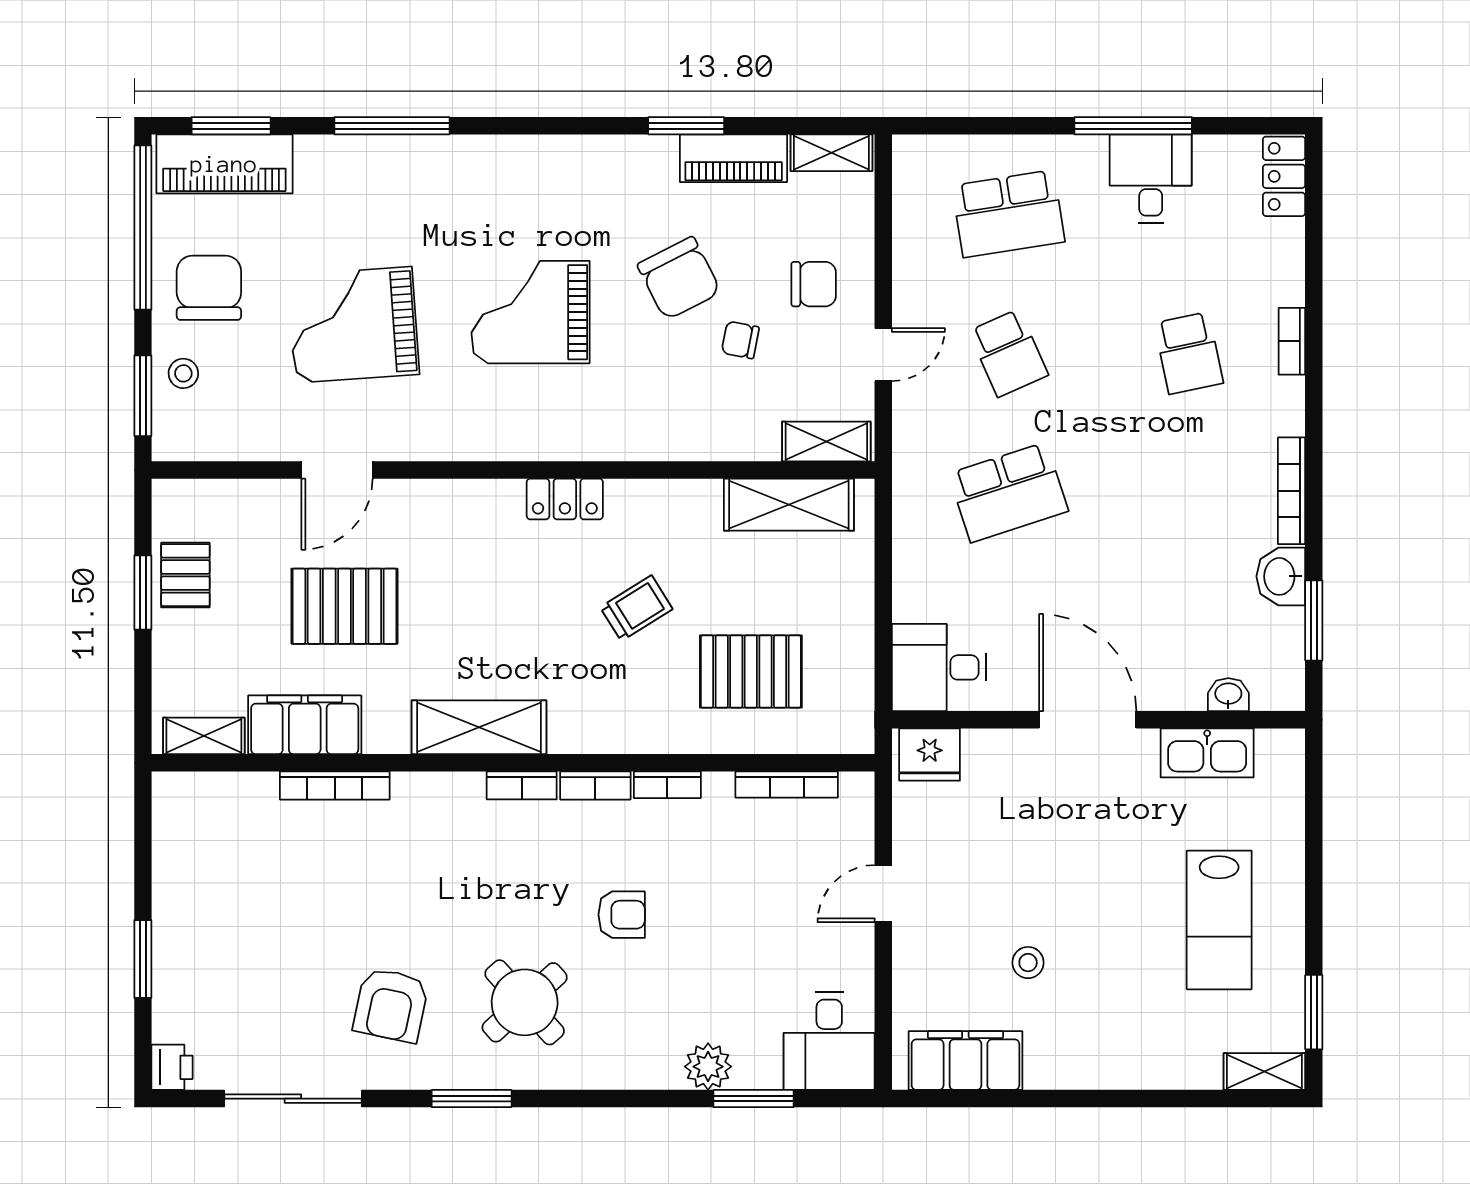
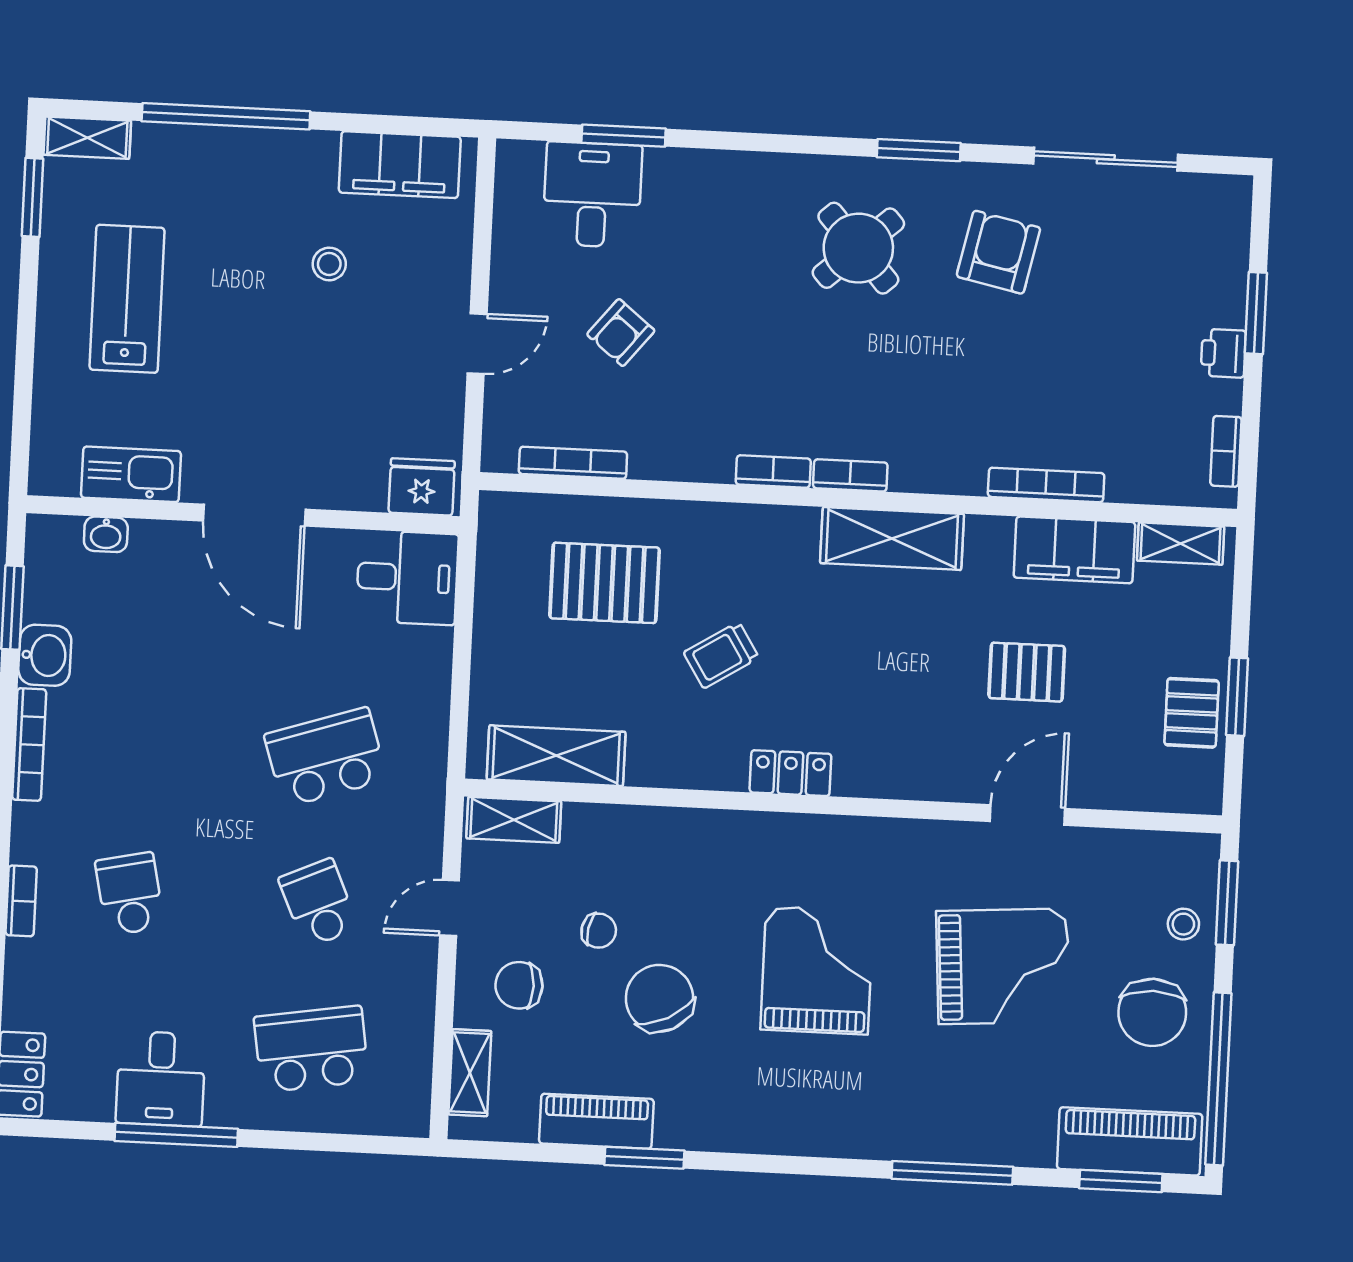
shelving: (831, 153) -> (470, 1073), moved, turned 90
grand piano: (530, 312) -> (817, 970), turned -90
pallet: (344, 606) -> (1027, 672), width x0.67, depth x0.71
bookcase: (667, 785) -> (1226, 451), moved, turned -90
armchair: (622, 915) -> (621, 333), moved, turned -51
desk: (829, 1041) -> (592, 195), moved
printer: (172, 1067) -> (1223, 353), moved
plant: (708, 1067) -> (670, 172), removed
window: (1133, 1099) -> (226, 116), added

